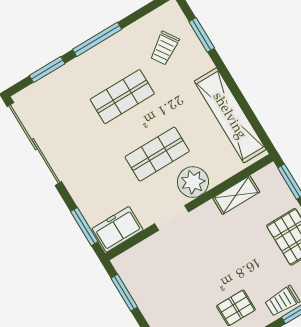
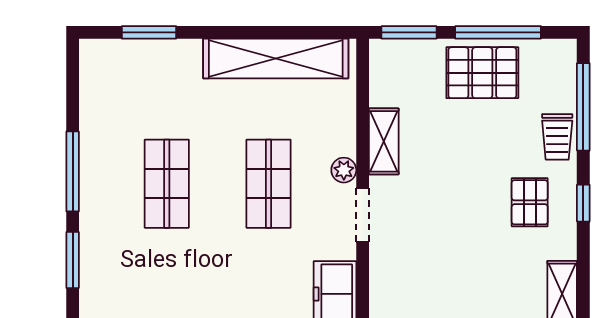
trolley: (165, 48) -> (137, 91), removed
plant: (193, 182) -> (344, 170), width x0.53, depth x0.53
shelving: (236, 195) -> (384, 141), moved

